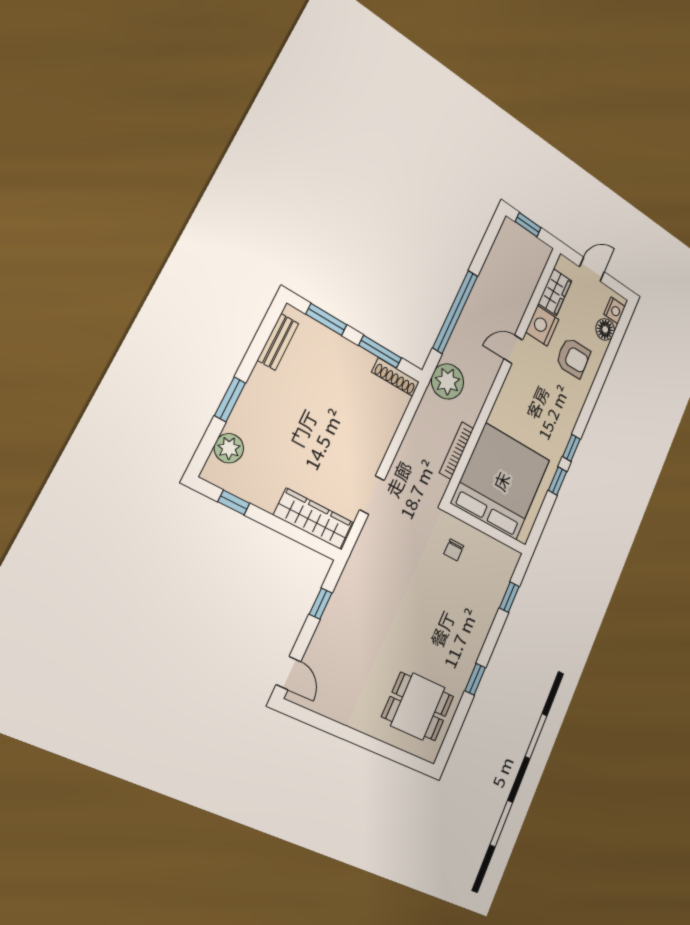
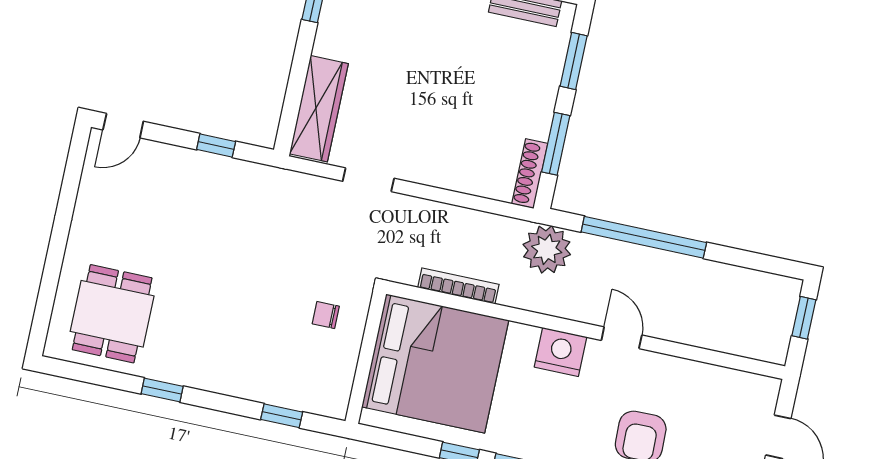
wardrobe: (555, 292) -> (724, 384), removed
nightstand: (542, 326) -> (561, 352), moved

